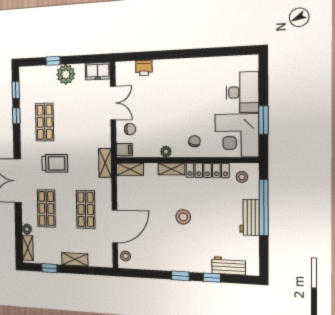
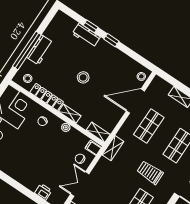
workbench: (229, 266) -> (86, 35), moved

